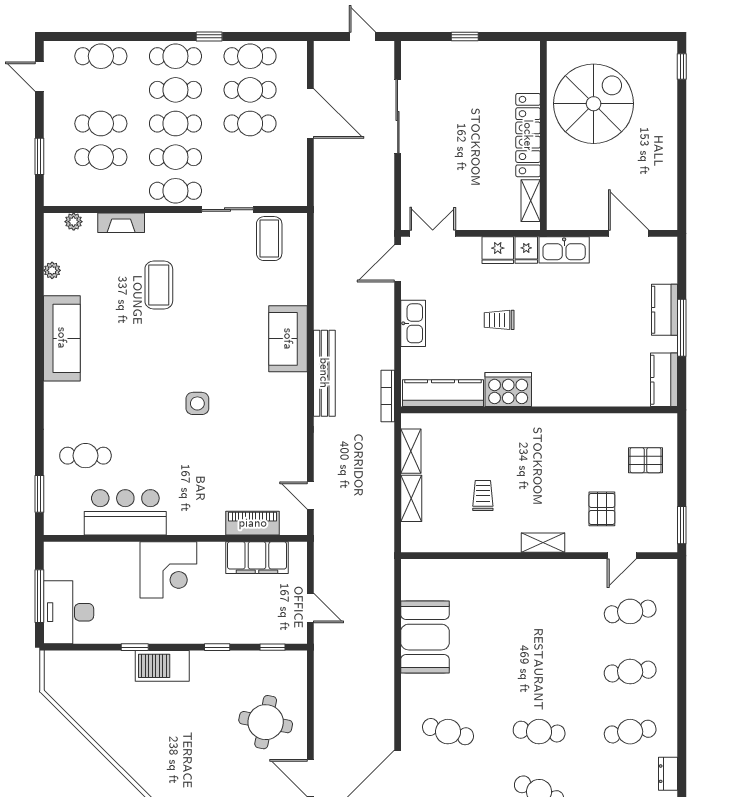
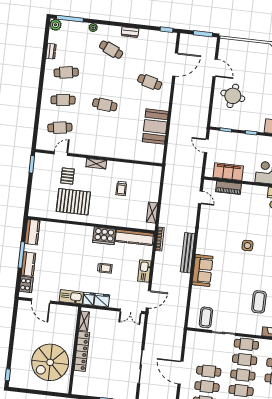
cooker: (664, 266) -> (26, 284), added
pallet: (645, 460) -> (73, 202), moved, width x2.05, depth x2.00
shelving: (411, 498) -> (154, 191), removed
cafe table: (539, 732) -> (105, 105), moved

